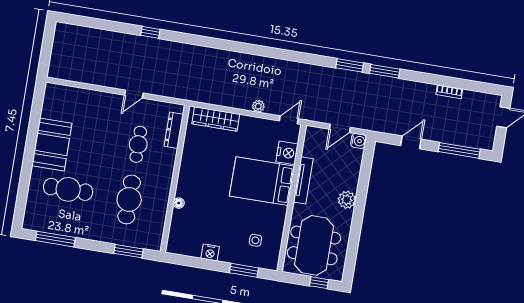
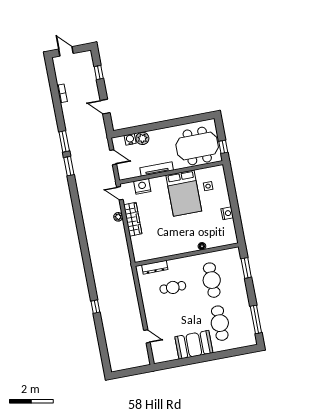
door: (134, 94) -> (147, 336), moved
wardrobe: (216, 119) -> (133, 219), moved
water cooler: (358, 141) -> (130, 139), moved
window: (459, 150) -> (99, 72), width x0.46
bed: (262, 181) -> (184, 193), moved
cafe table: (129, 199) -> (212, 280), turned 90
plant: (347, 200) -> (142, 138), moved
window: (244, 270) -> (231, 186), removed
window: (319, 283) -> (223, 147), moved

